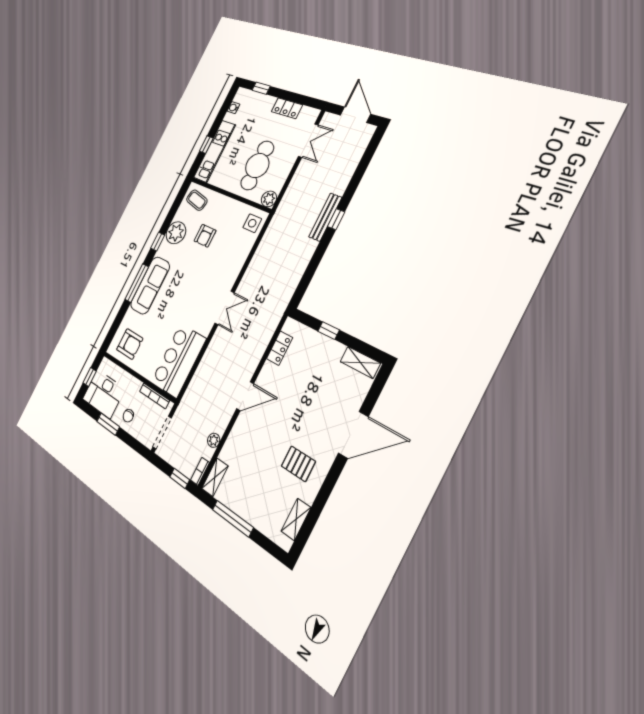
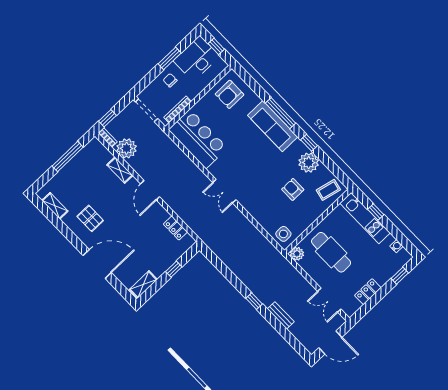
bench: (325, 217) -> (281, 315), moved, width x0.73
door: (353, 435) -> (97, 264), swing flipped
plant: (214, 440) -> (127, 148), width x1.88, depth x1.88
pallet: (298, 464) -> (90, 218), turned 90
shelving: (215, 477) -> (120, 170), moved

